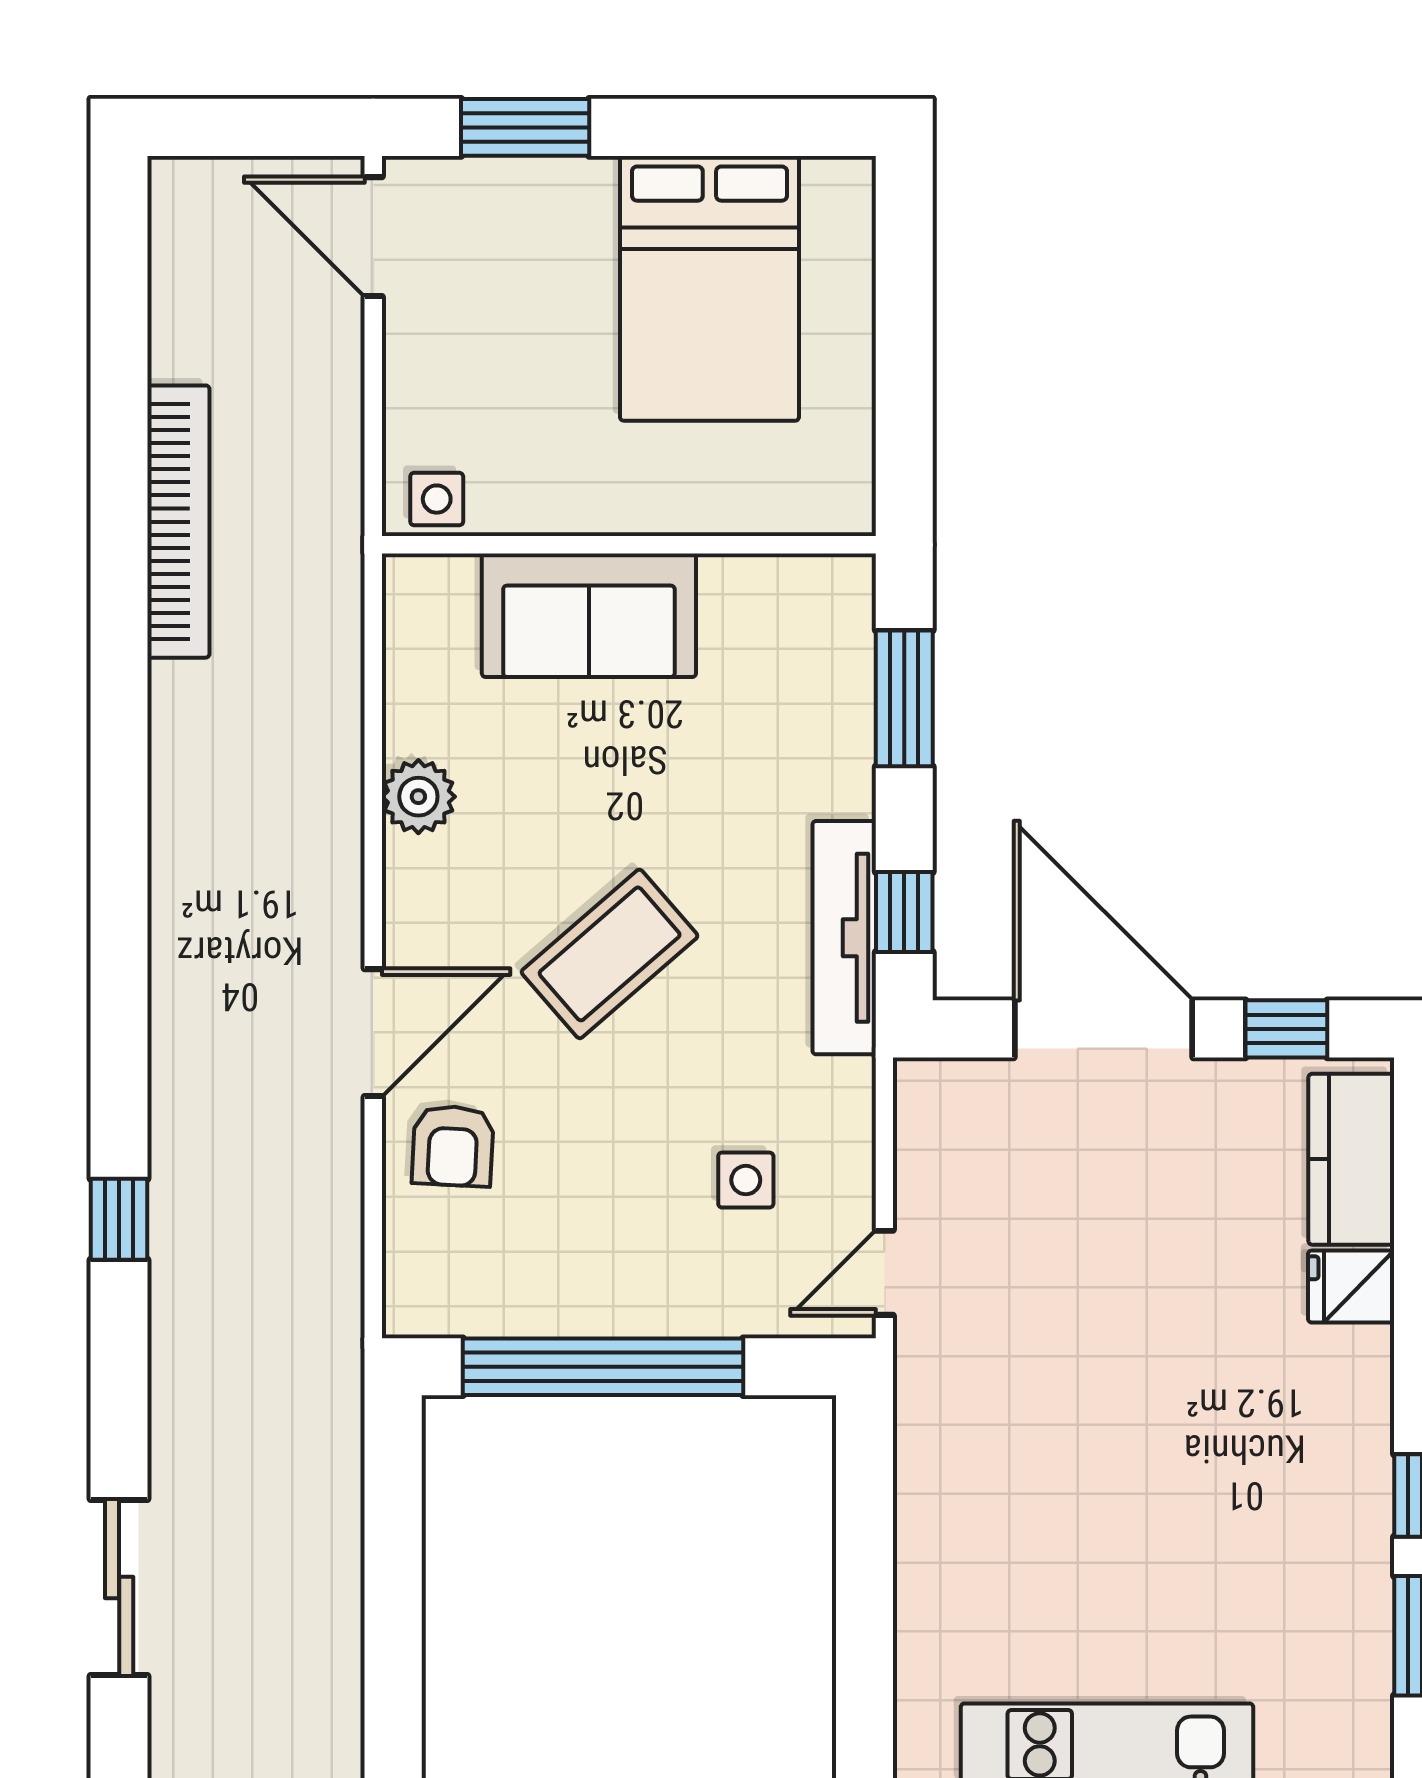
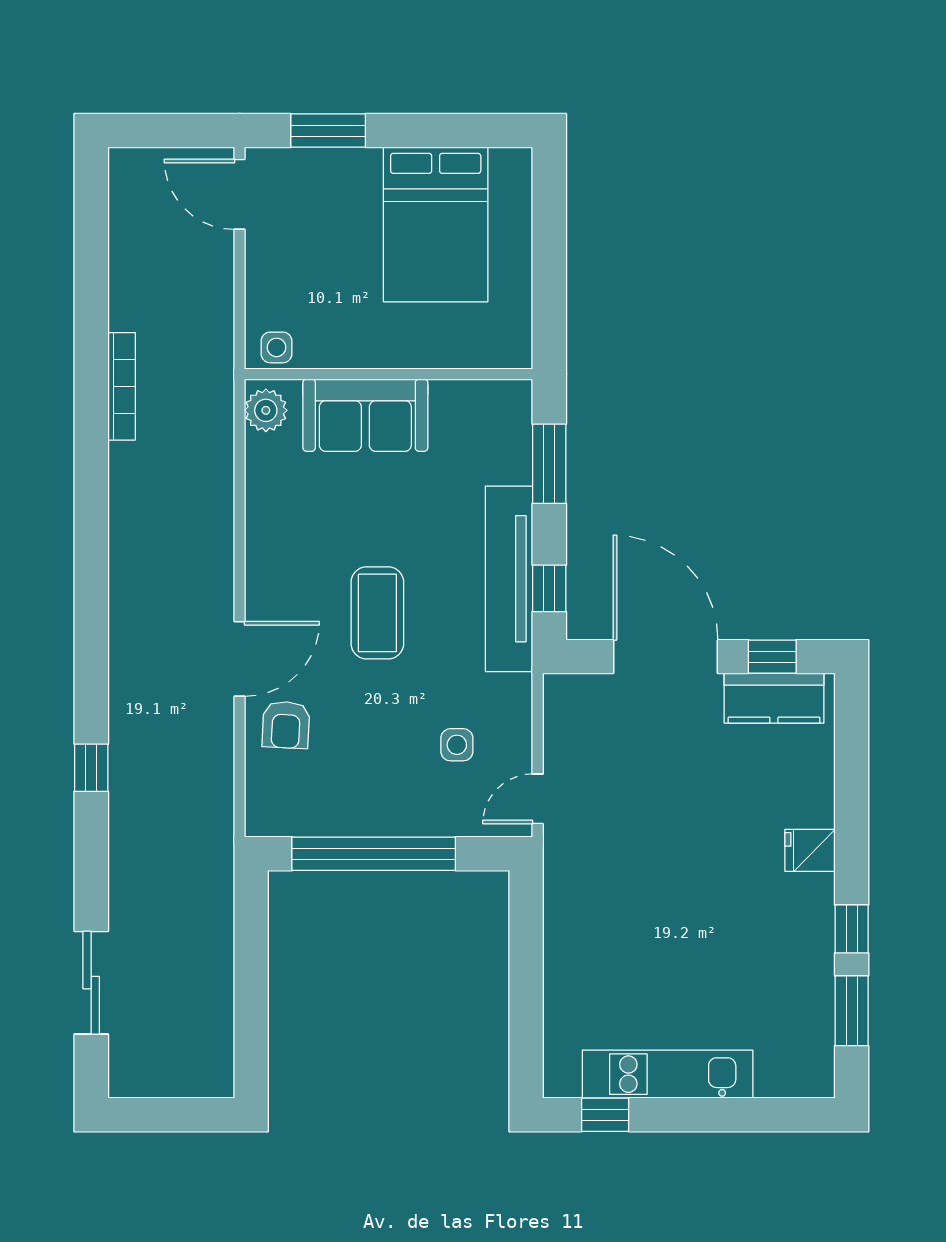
bookcase: (178, 522) -> (122, 386), width x0.68, depth x0.76
plant: (418, 797) -> (266, 410), moved
tv unit: (844, 938) -> (509, 579), width x1.36, depth x1.29
coffee table: (610, 954) -> (377, 613), turned -49
kitchen counter: (1351, 1159) -> (774, 698), moved, turned -90
fridge: (1351, 1287) -> (810, 850), moved

